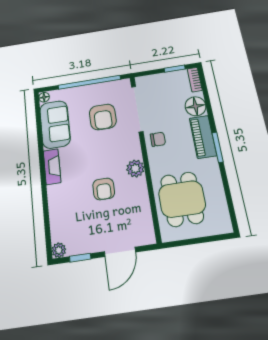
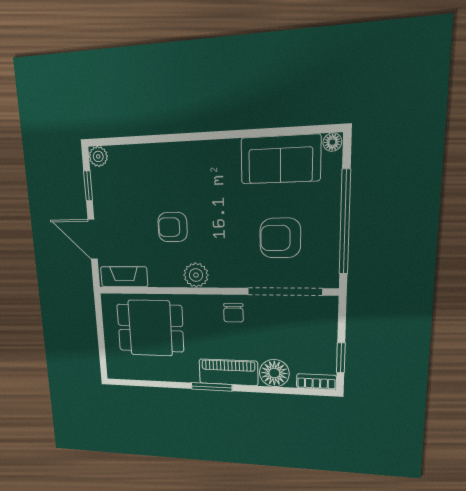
fireplace: (52, 167) -> (124, 277), moved, turned 180

